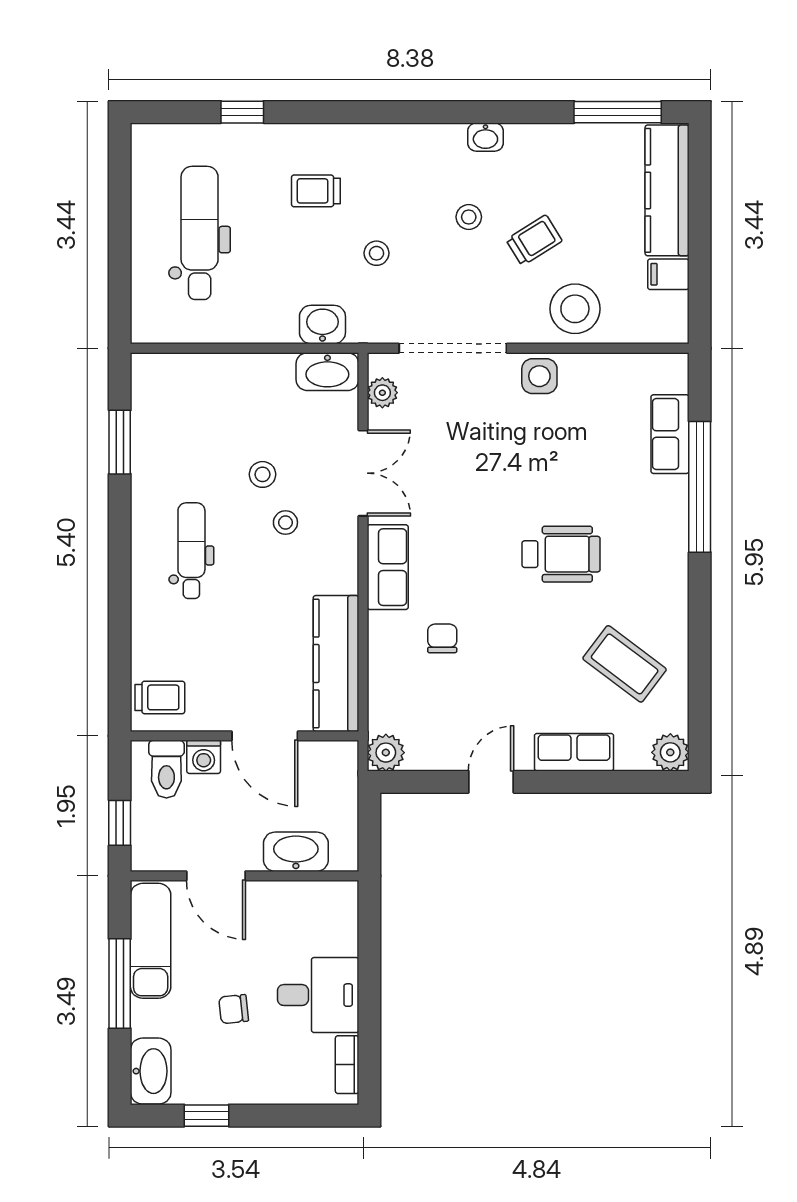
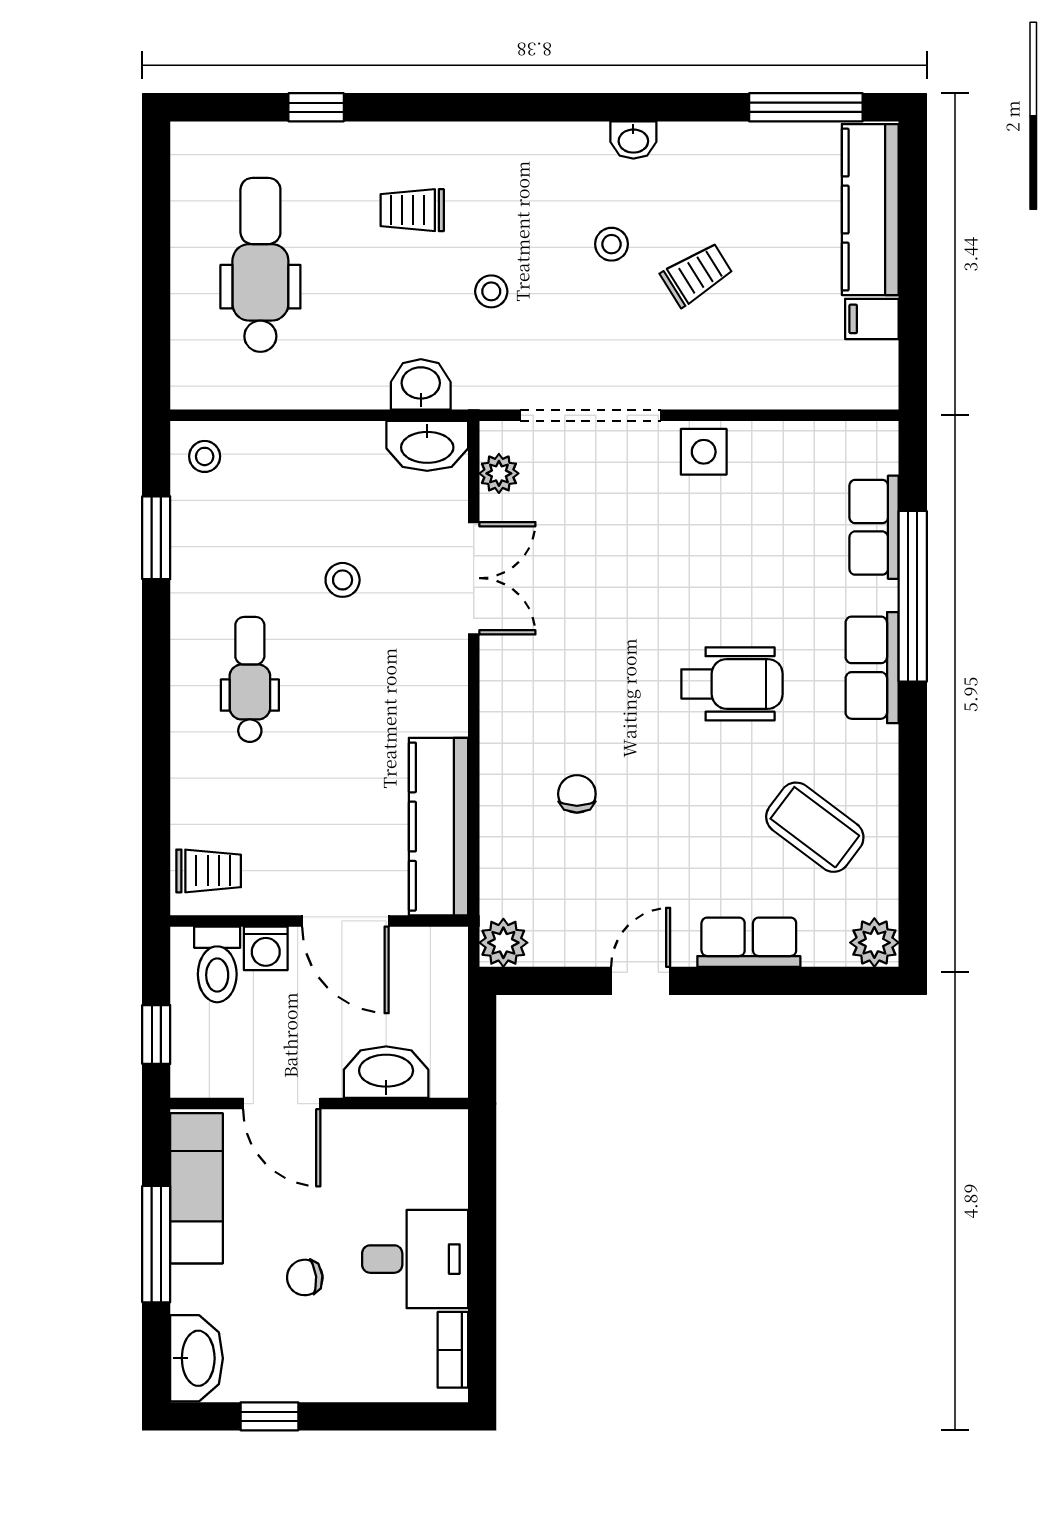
stool: (575, 309) -> (750, 364), removed
stool: (285, 522) -> (205, 456), moved
row of seats: (388, 567) -> (872, 668), moved, turned 180

